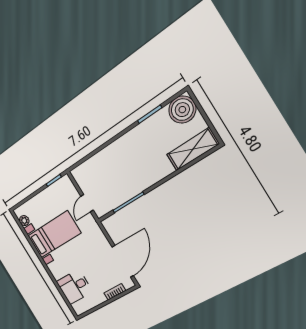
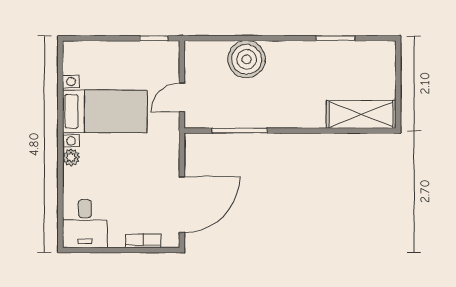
boiler: (182, 110) -> (247, 59), moved
plant: (24, 221) -> (71, 157), moved
desk: (75, 287) -> (85, 224), moved, turned -90

